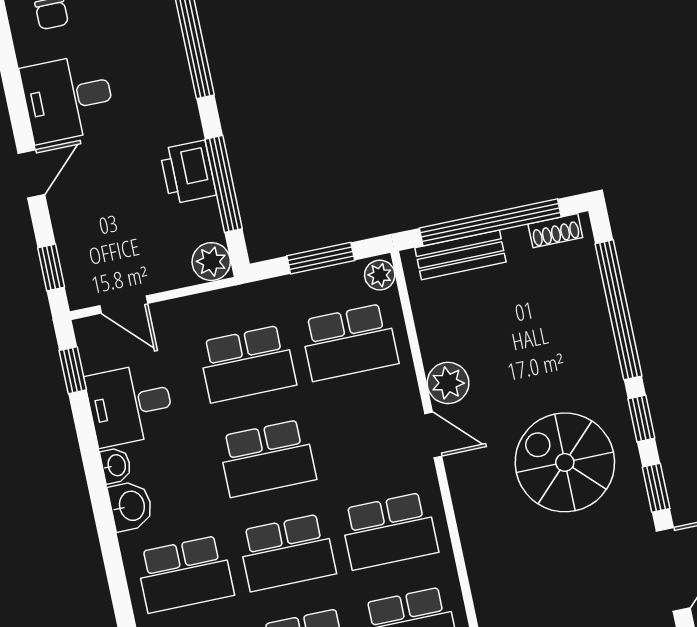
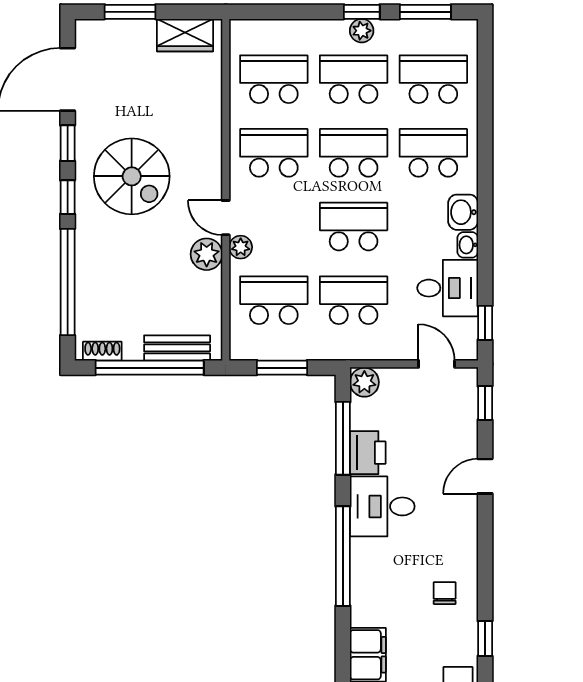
desk: (68, 98) -> (382, 506), moved, turned 180
plant: (380, 275) -> (241, 247), moved

